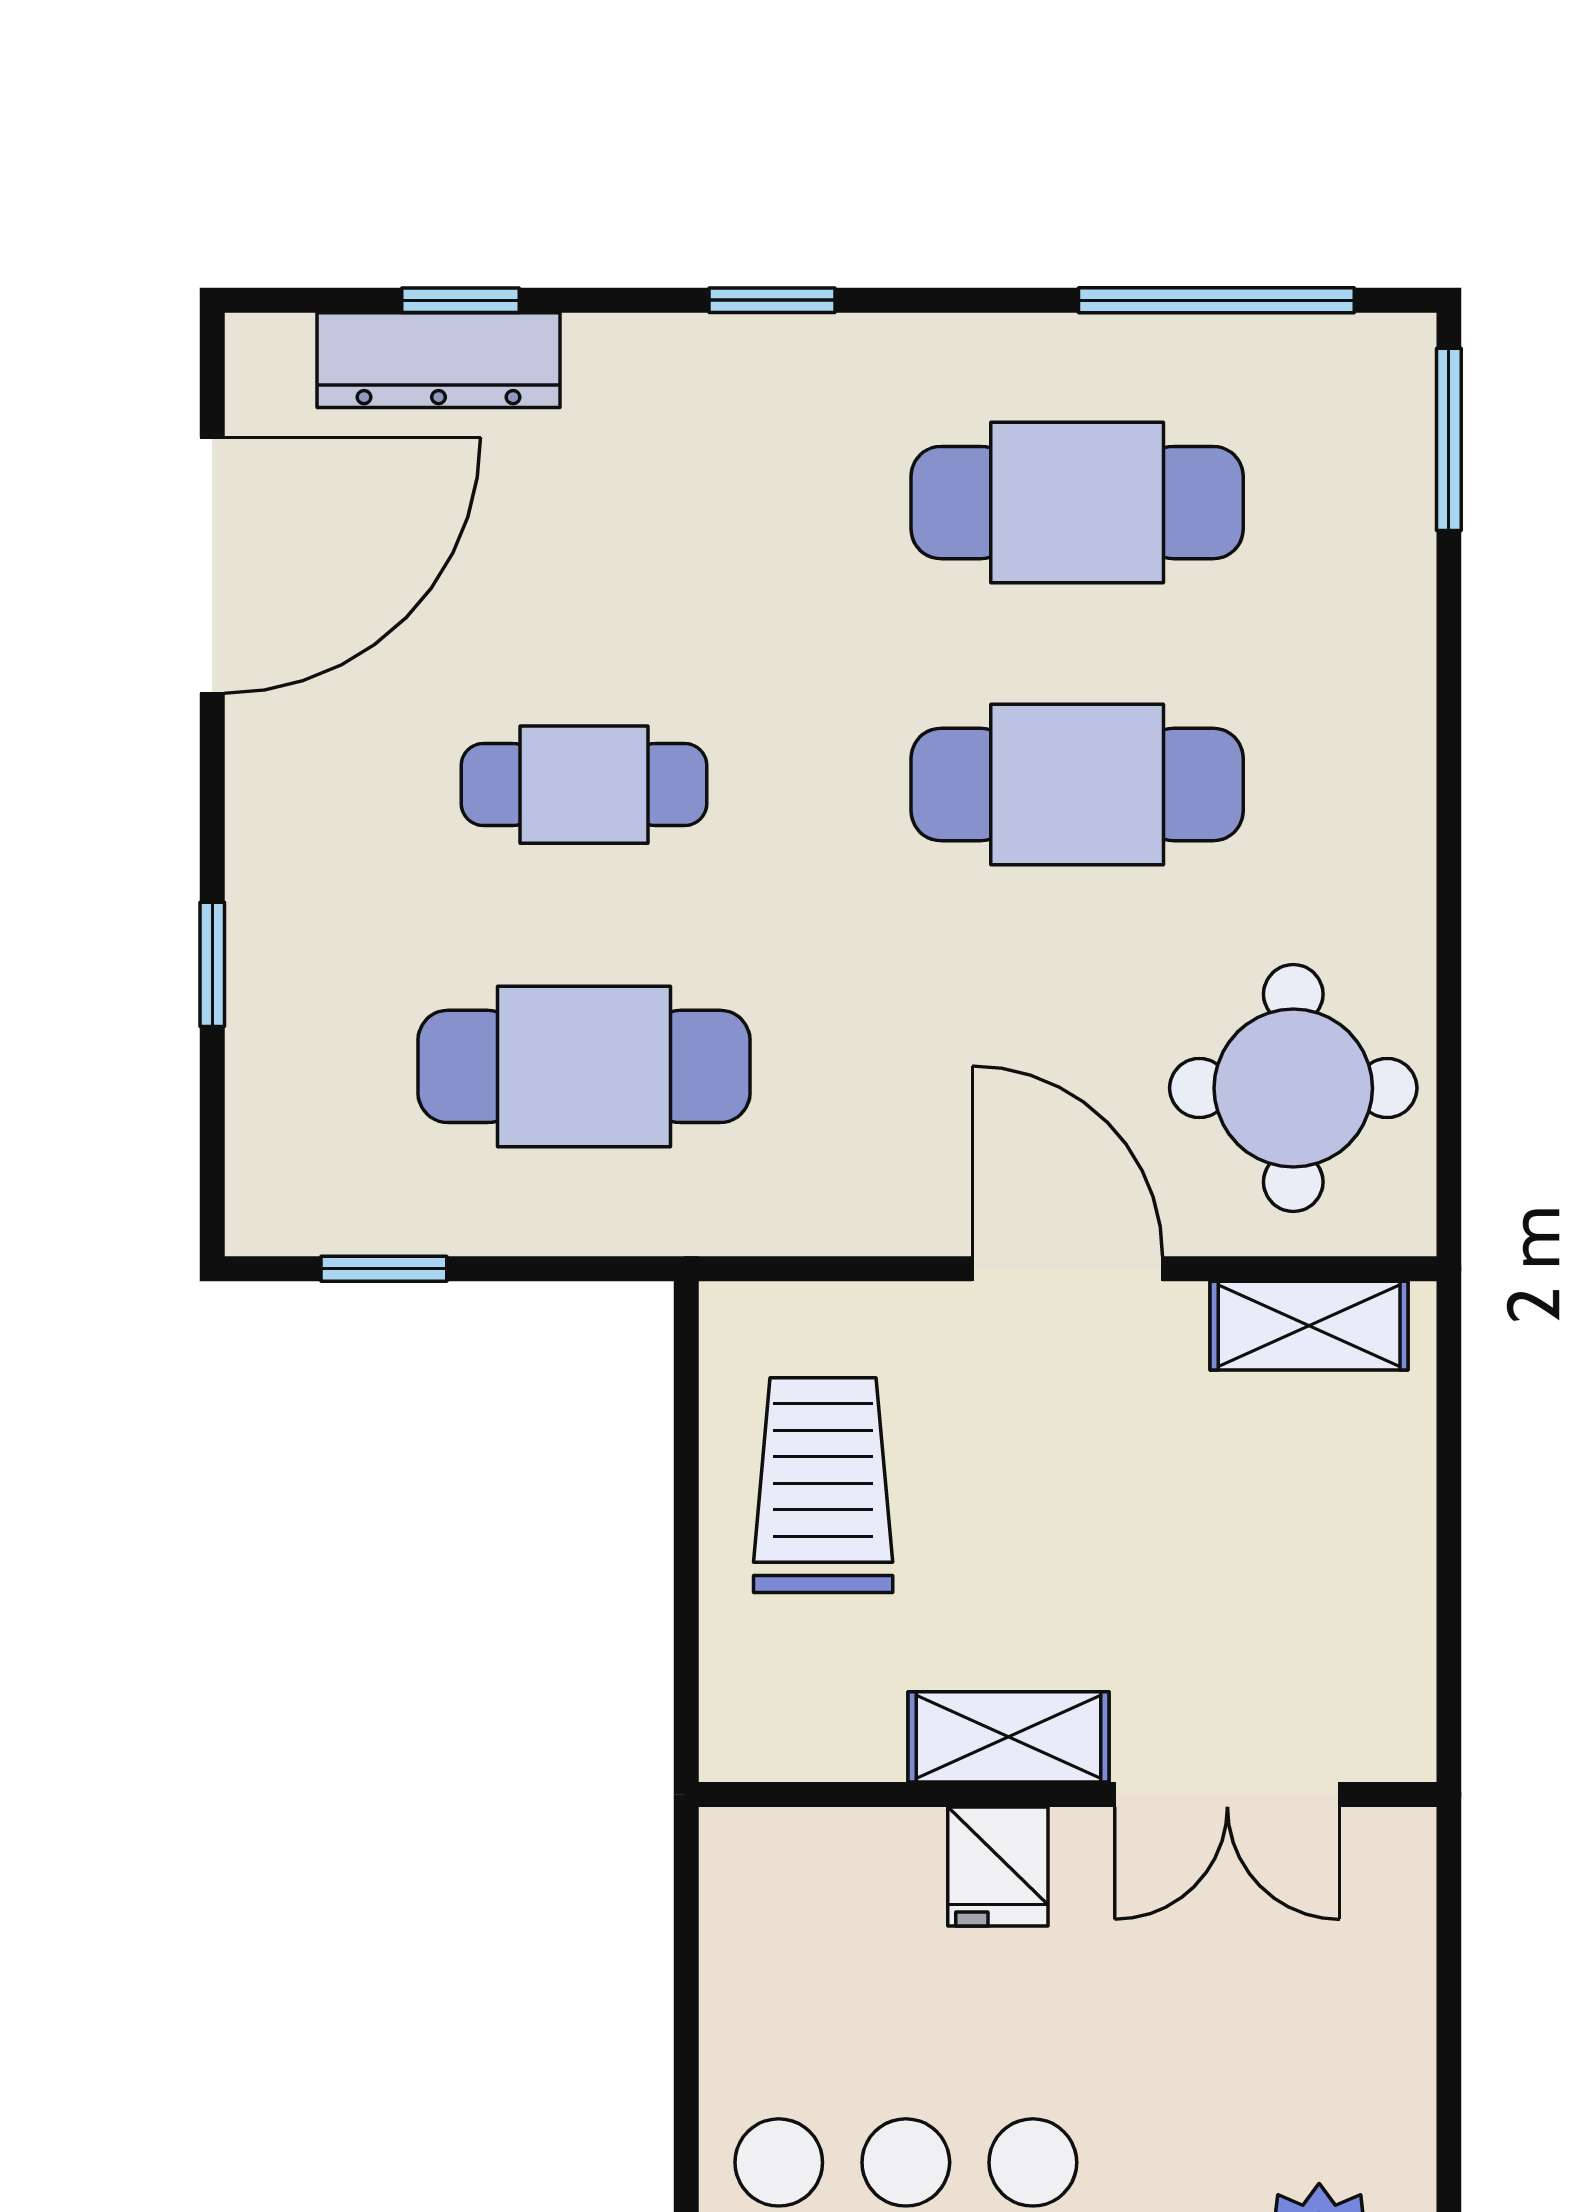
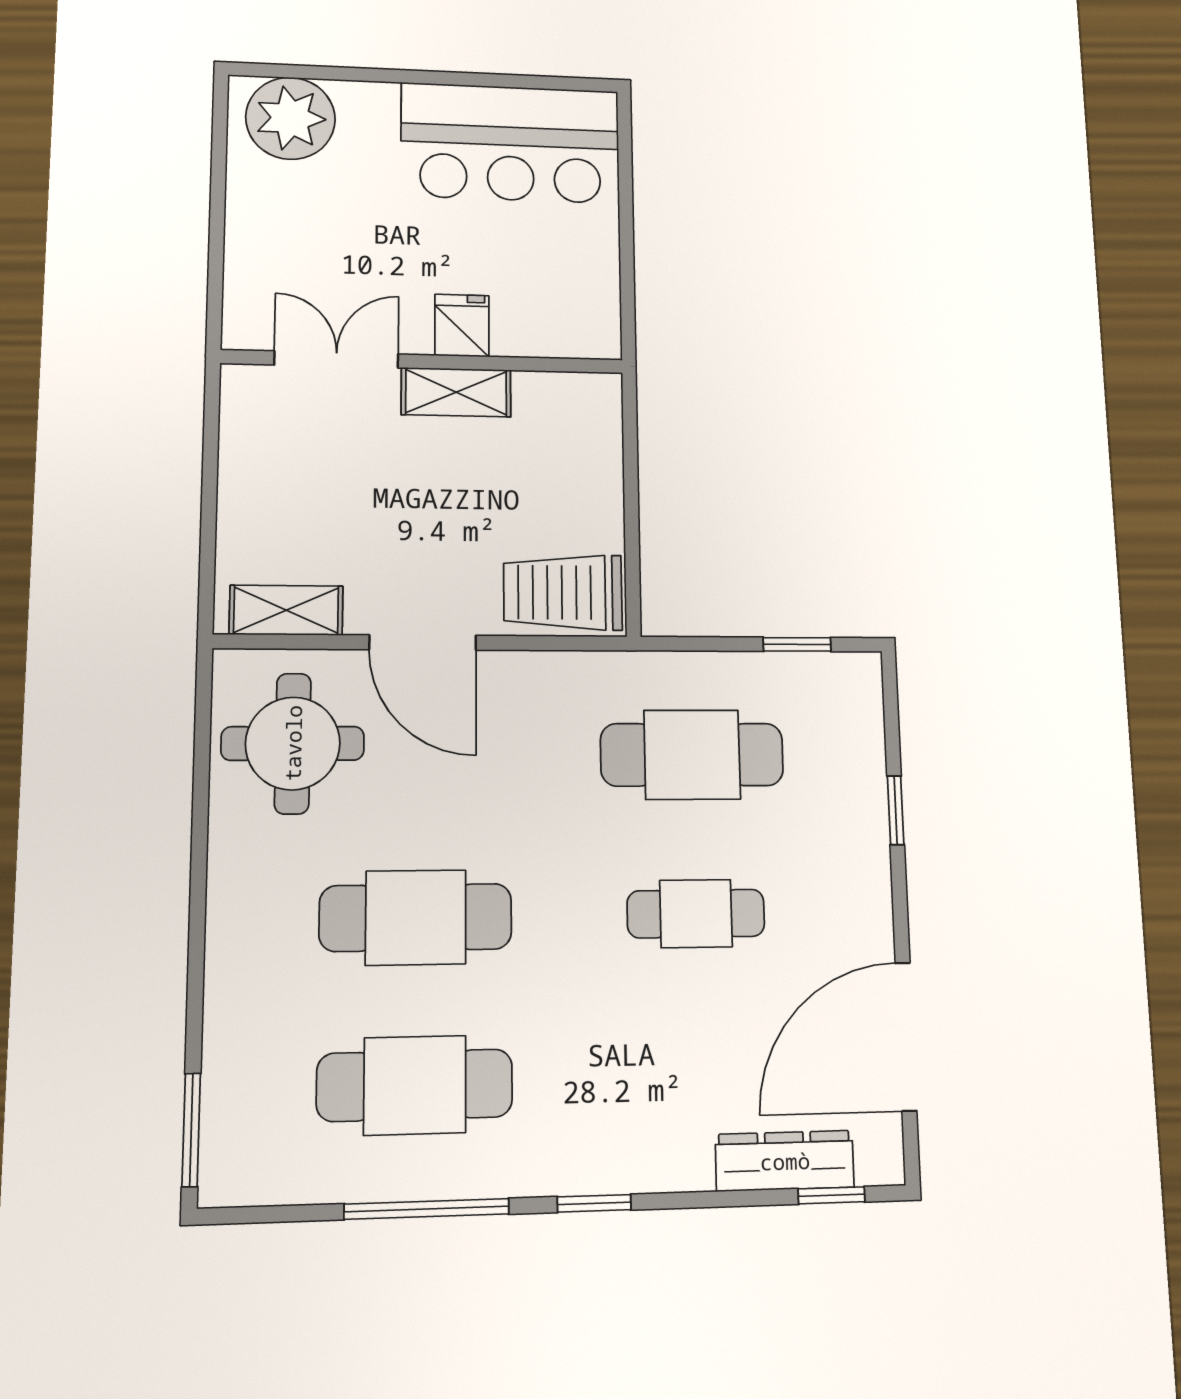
window: (460, 300) -> (831, 1195), moved
window: (1216, 300) -> (427, 1209), moved
trolley: (823, 1485) -> (563, 592), moved, turned 90

